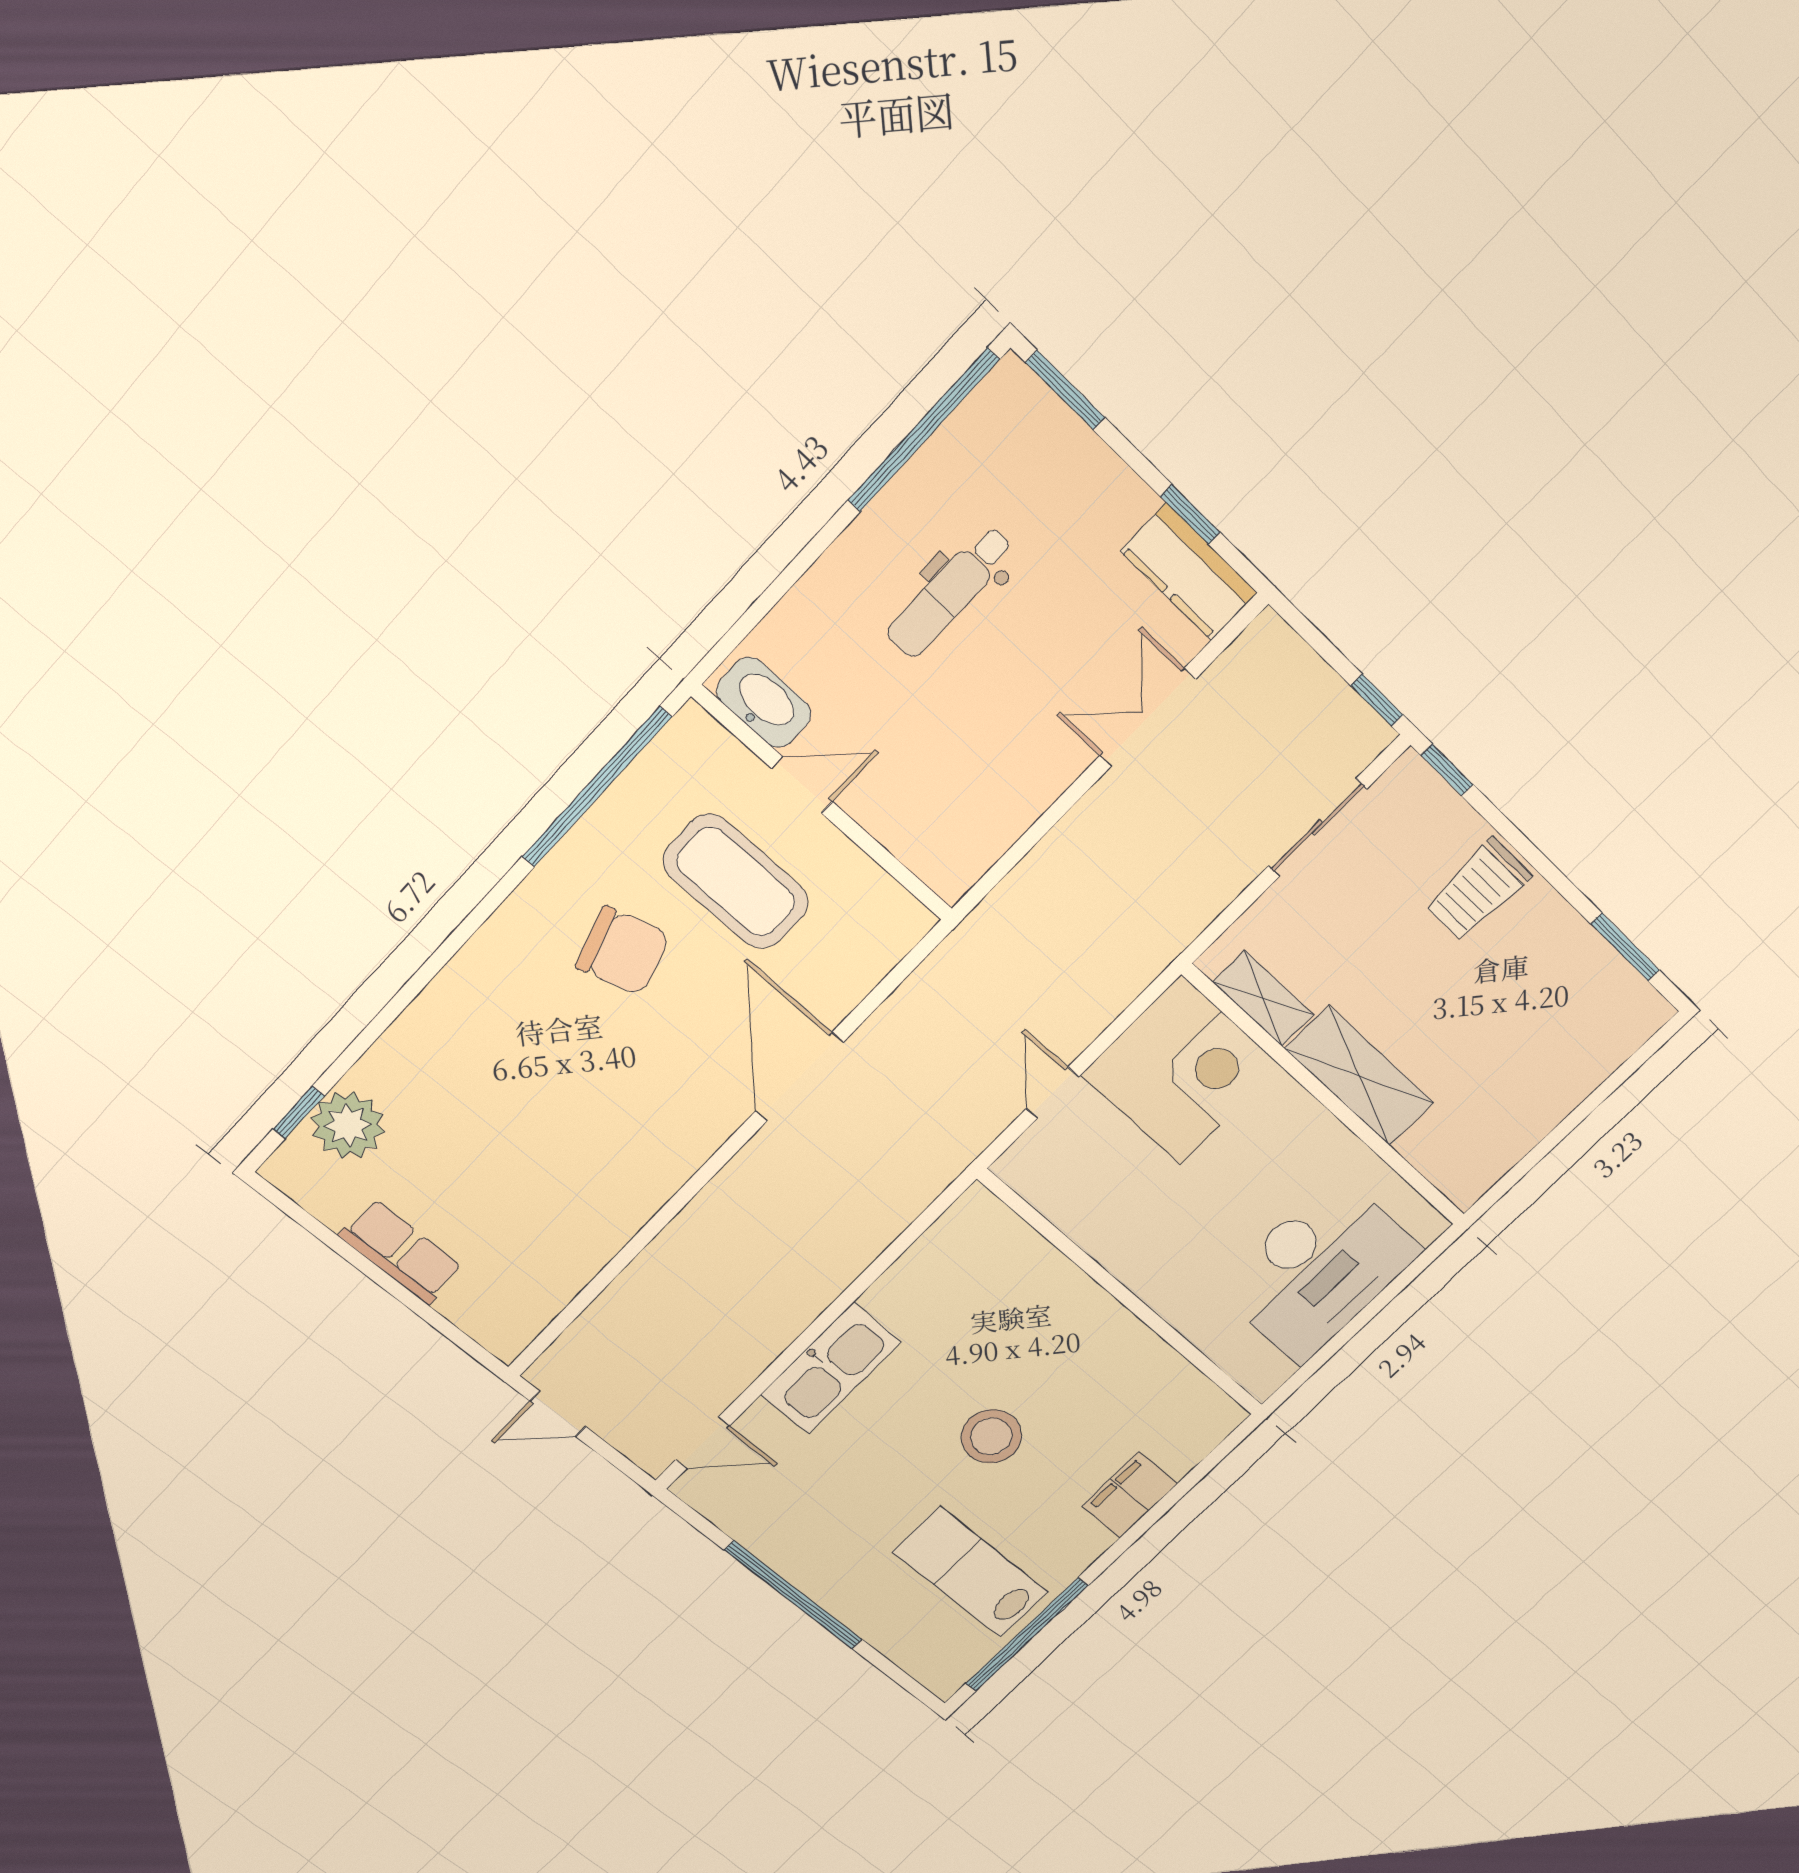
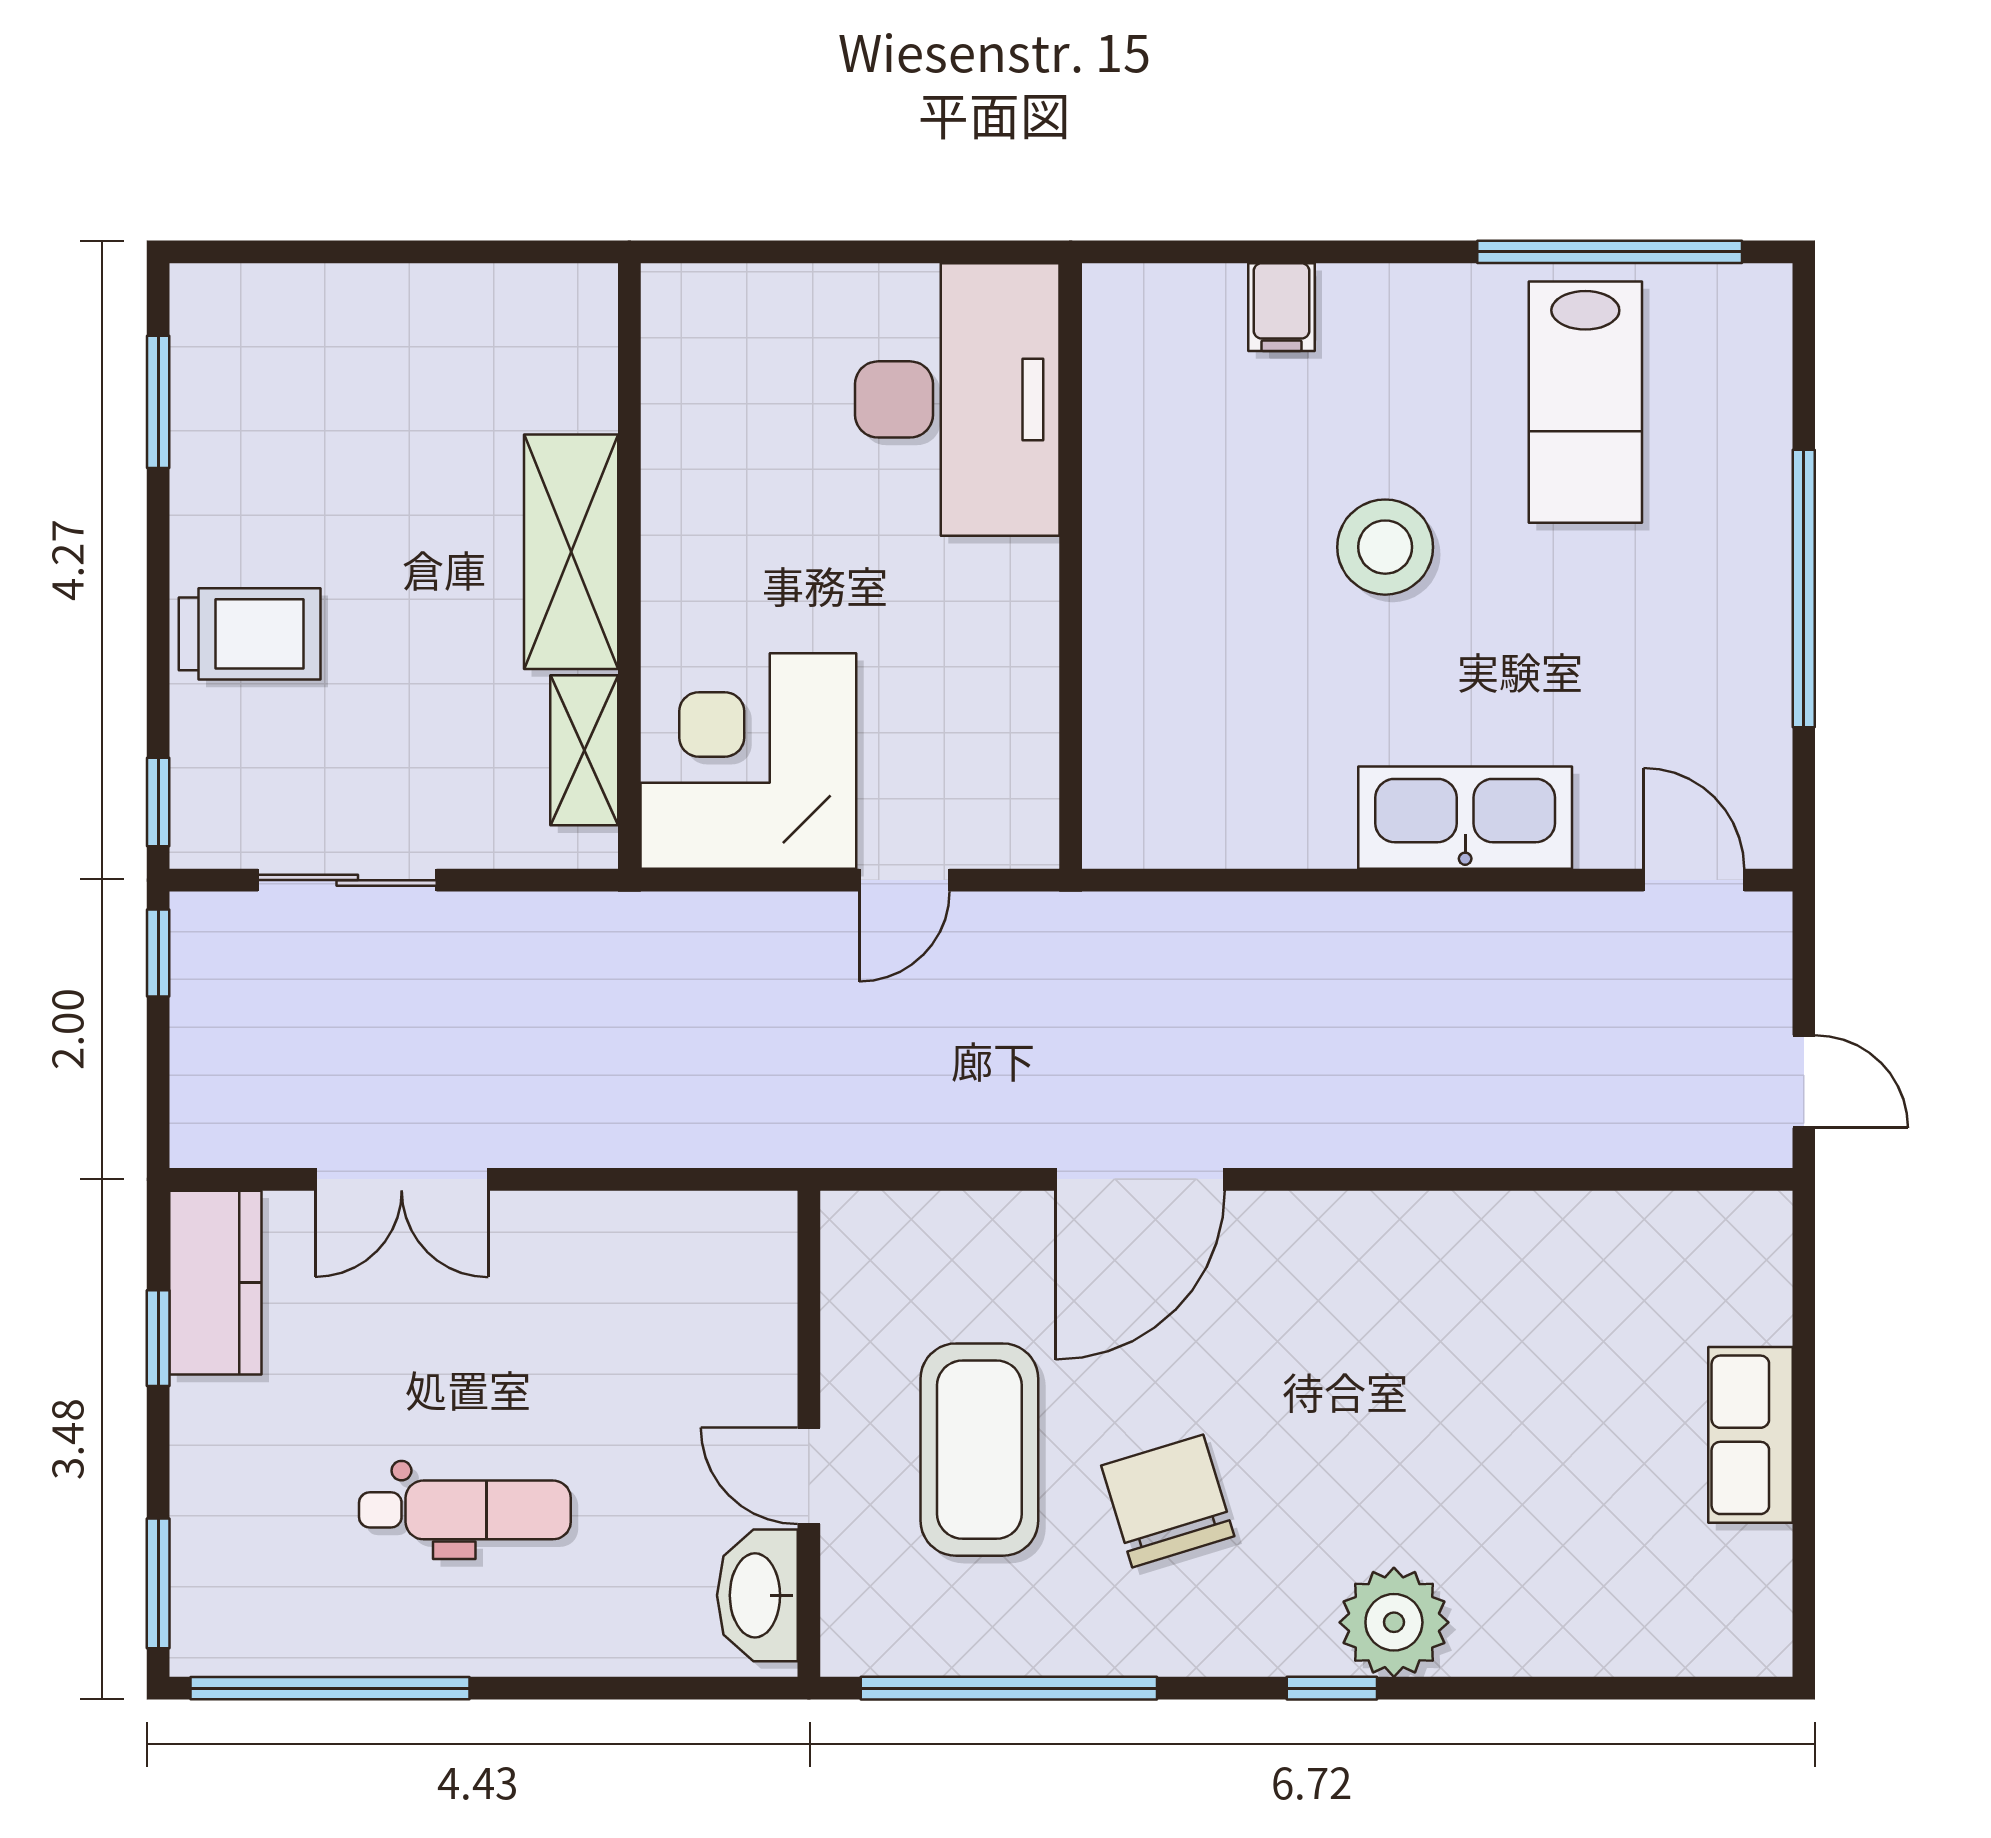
window: (299, 1112) -> (1332, 1688), moved
plant: (348, 1125) -> (1394, 1622), moved
desk: (1319, 1270) -> (957, 399), moved, turned 90
filing cabinet: (1129, 1495) -> (1281, 307), width x0.50

